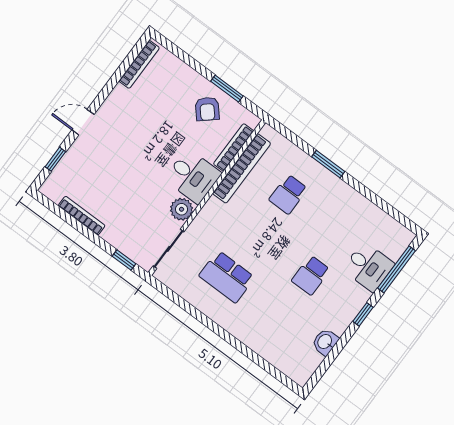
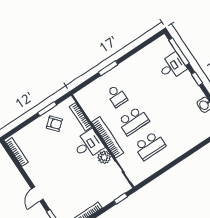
bookcase: (242, 168) -> (107, 137), moved
school desk: (311, 275) -> (133, 121), moved, width x1.85

